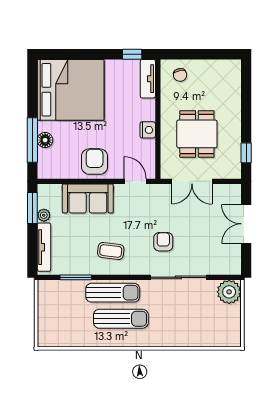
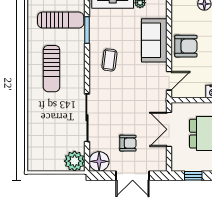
double door: (246, 224) -> (133, 176), swing flipped
armchair: (163, 242) -> (128, 143), moved
floor lamp: (230, 263) -> (99, 161), added
sun lounger: (113, 293) -> (61, 20), moved, turned -90

